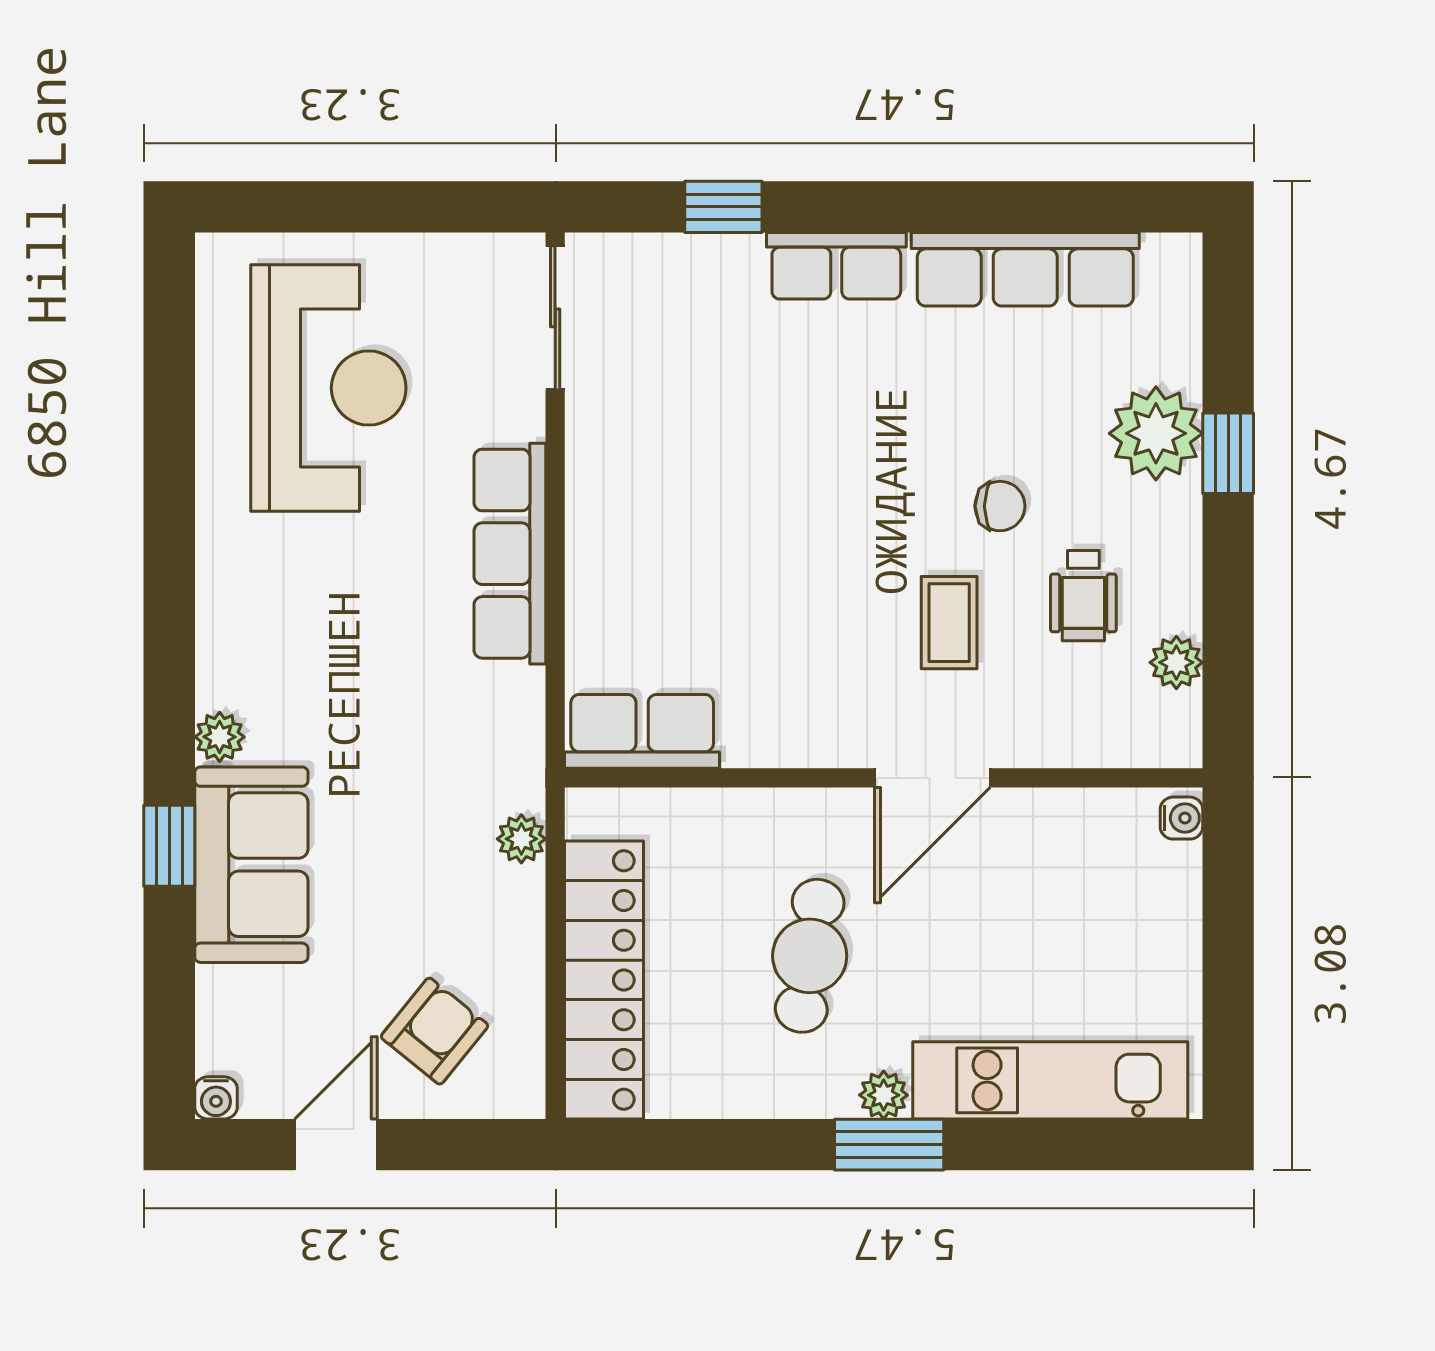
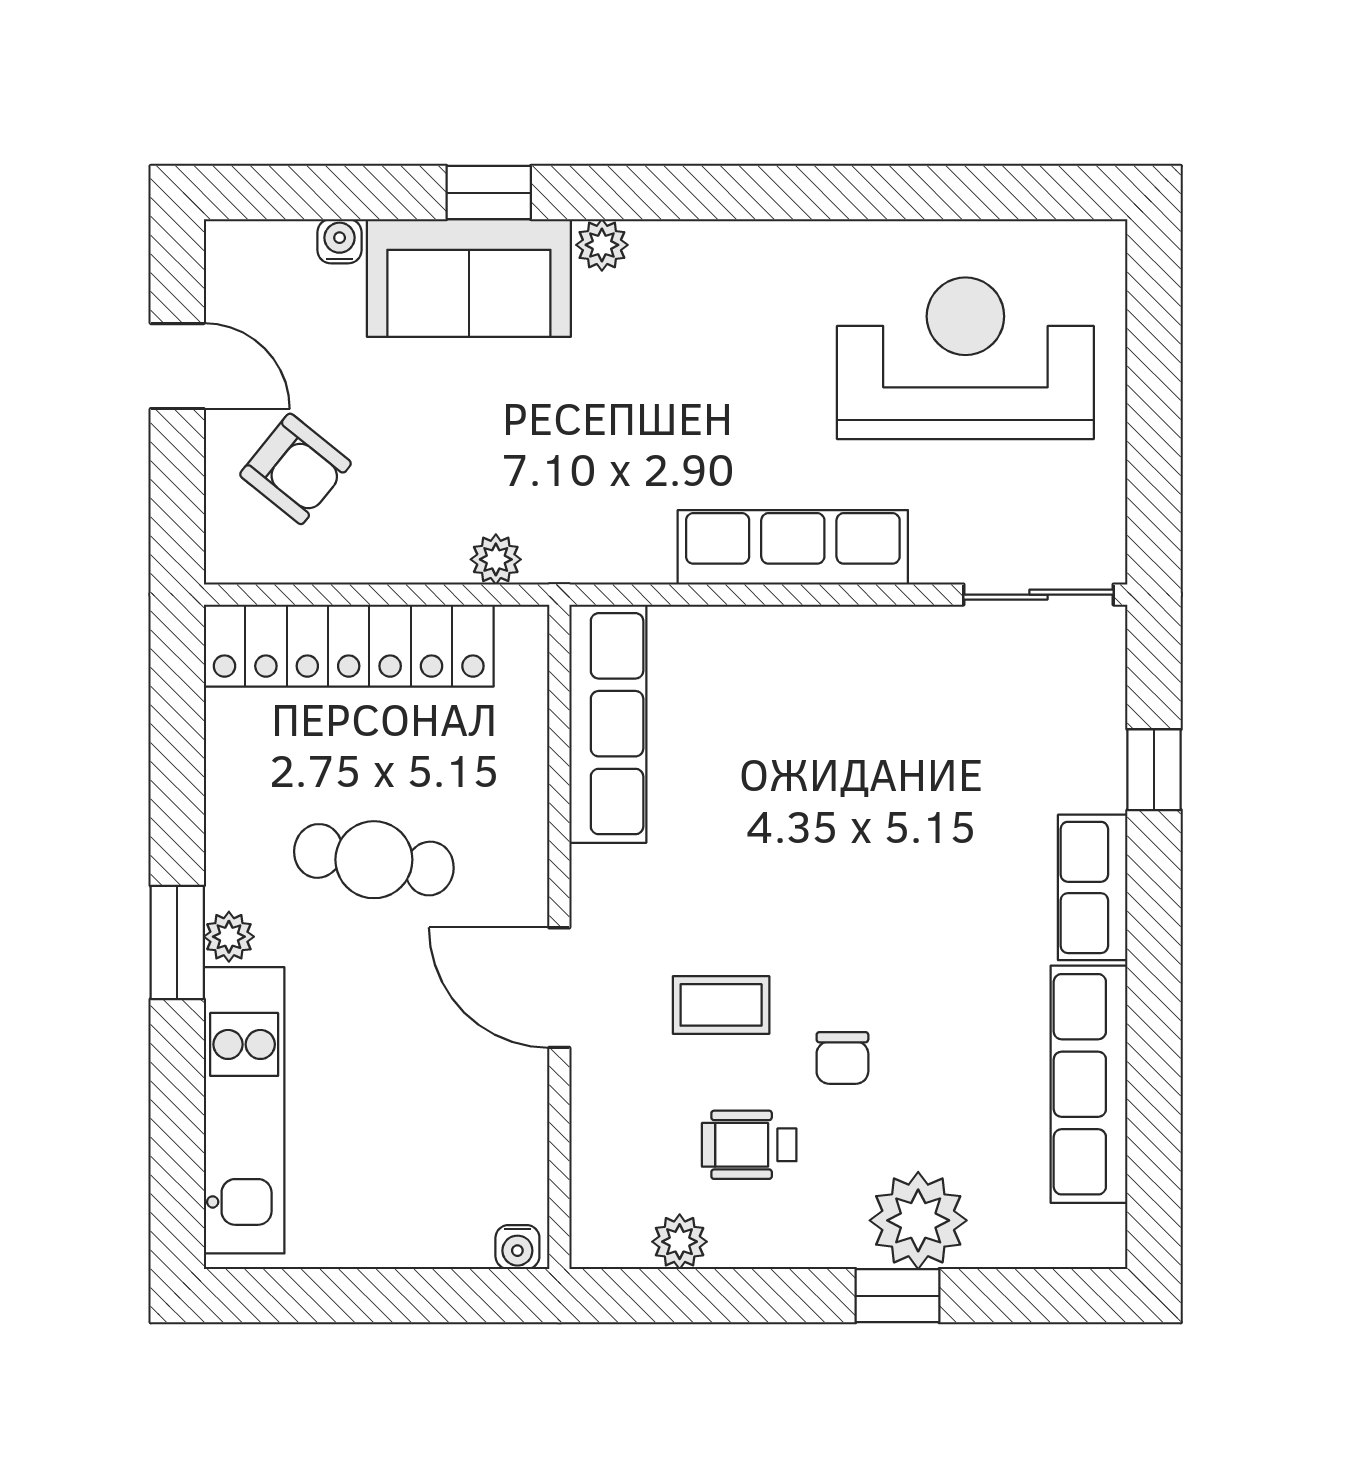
reception desk: (328, 388) -> (965, 358), turned 180
row of seats: (642, 731) -> (608, 724), width x1.48
water cooler: (216, 1098) -> (340, 241), moved, turned 90

